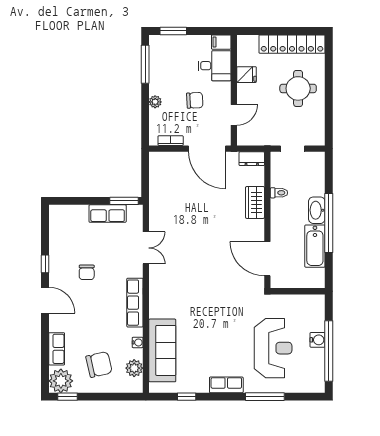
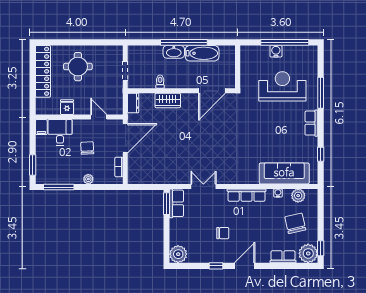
row of seats: (108, 214) -> (176, 203), moved
plant: (60, 216) -> (178, 254), added

